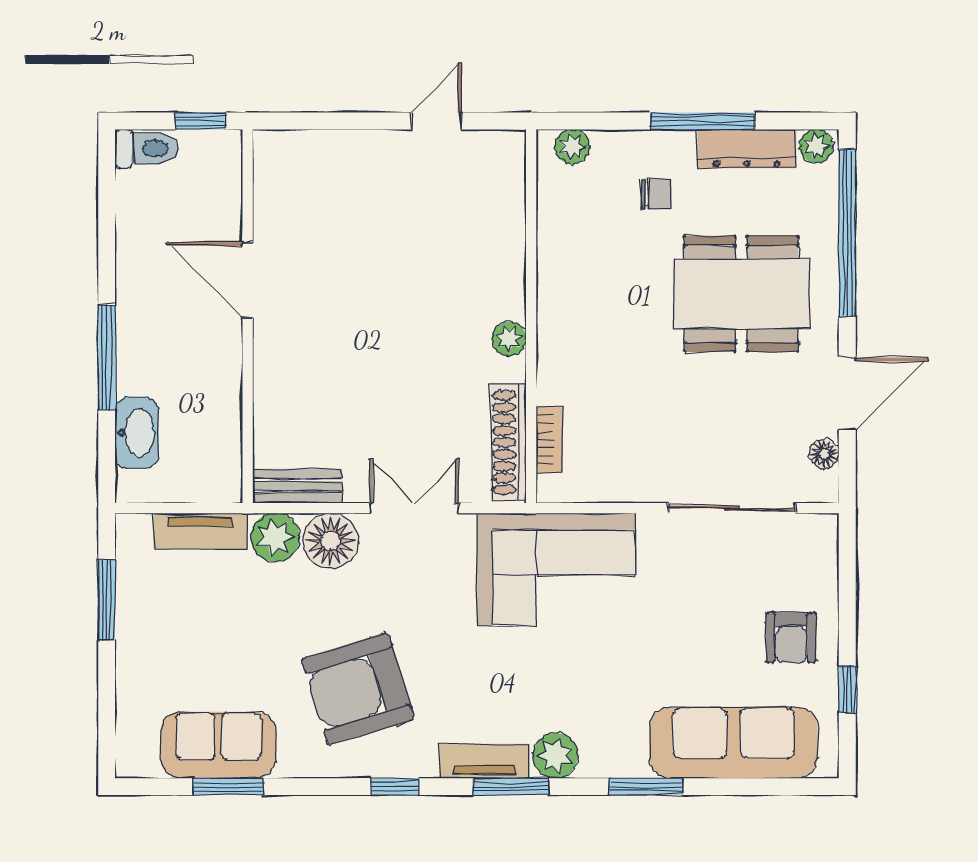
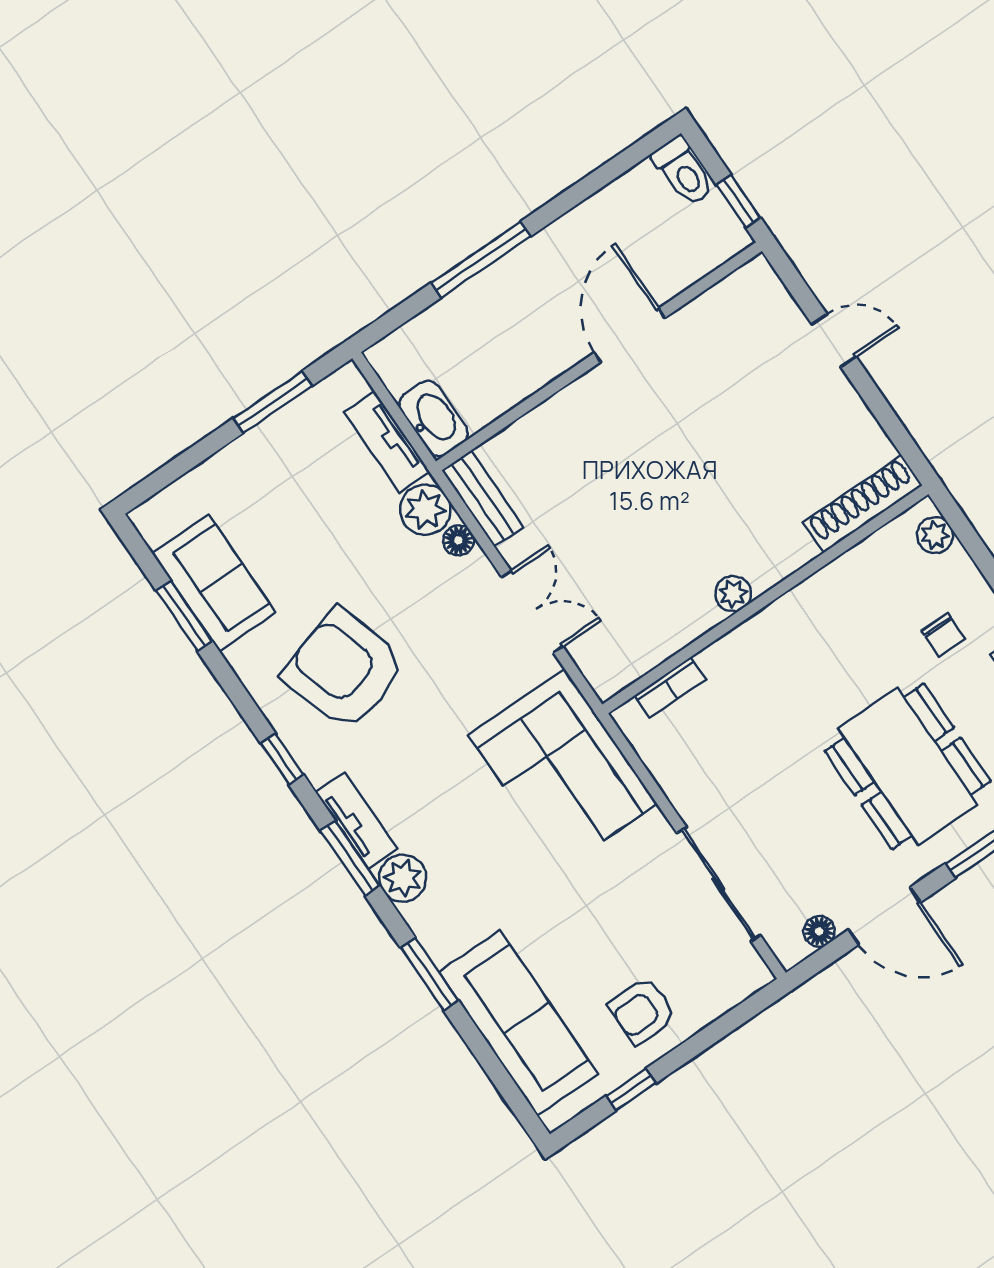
door: (437, 121) -> (834, 341), moved
washbasin: (137, 433) -> (434, 419), moved, turned -90
shoe rack: (508, 442) -> (863, 504), moved
floor lamp: (331, 541) -> (459, 540), width x0.53, depth x0.53

